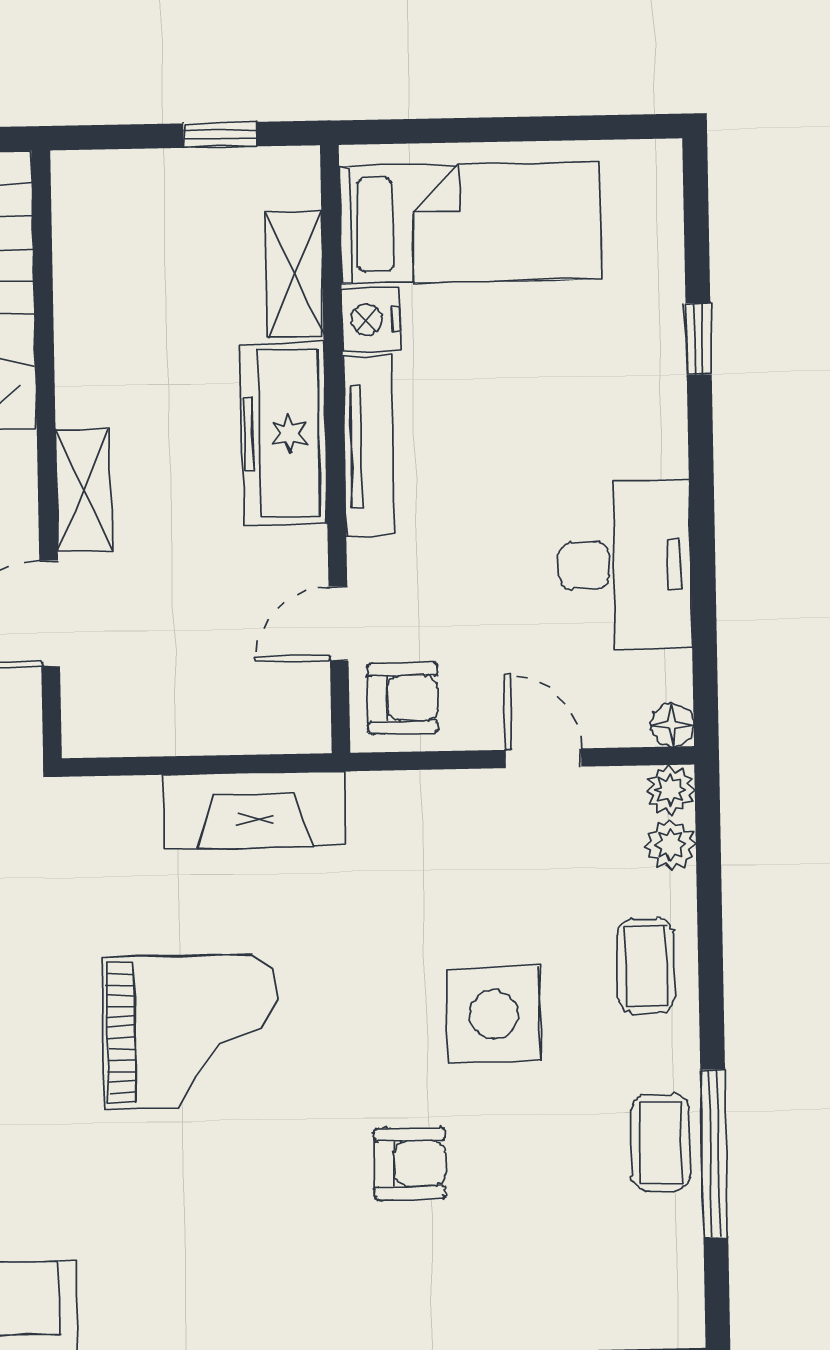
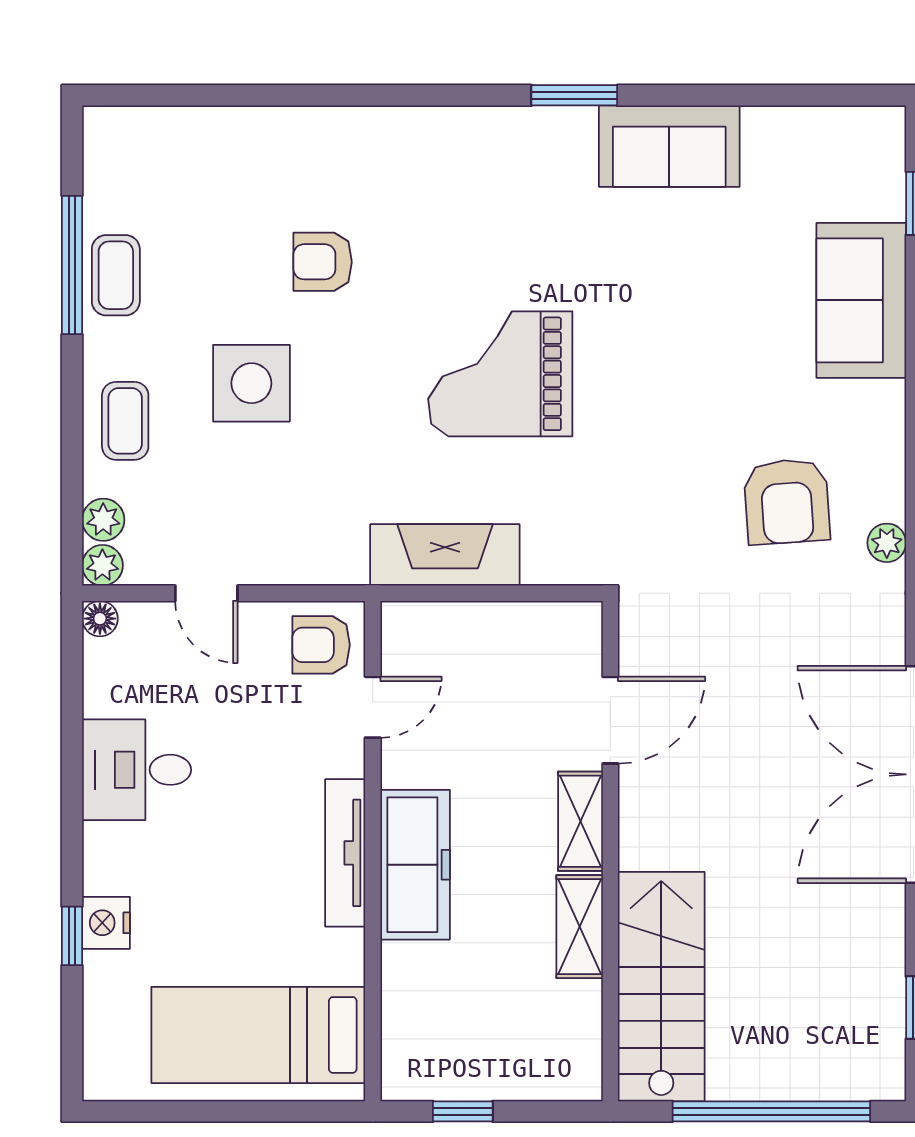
shelving: (294, 275) -> (580, 927), moved
nightstand: (371, 320) -> (106, 923), moved, turned 180
desk: (624, 565) -> (137, 770), width x0.73

